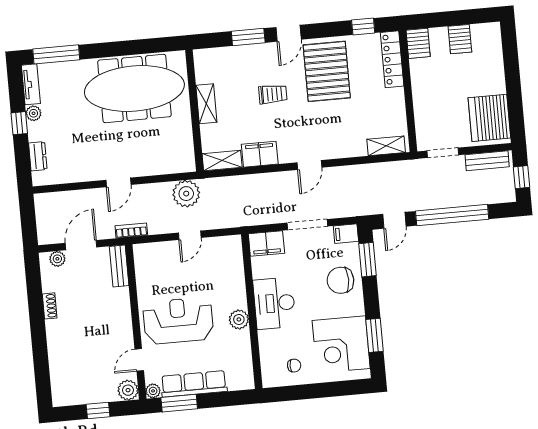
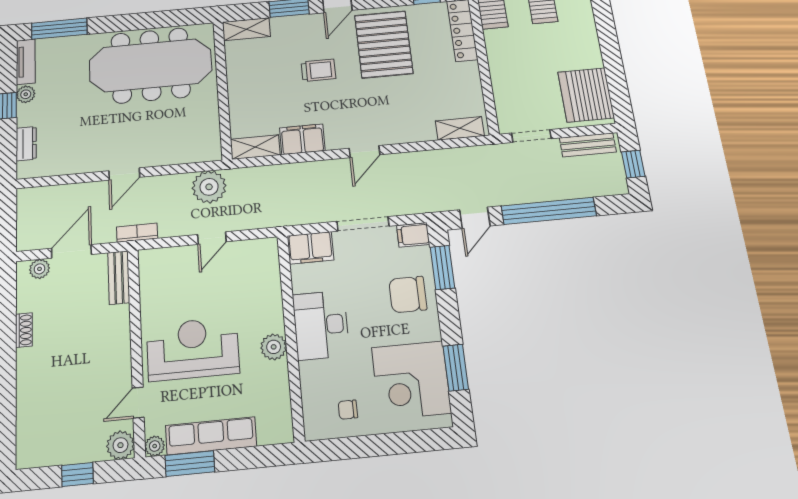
shelving: (206, 104) -> (246, 29), moved, turned 90
chair: (294, 366) -> (348, 410), turned 180

